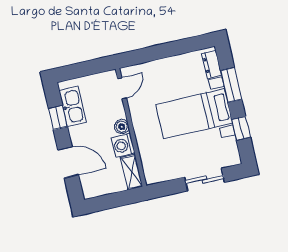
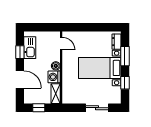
door: (122, 88) -> (61, 44), hinge flipped
window: (110, 201) -> (39, 108), added

